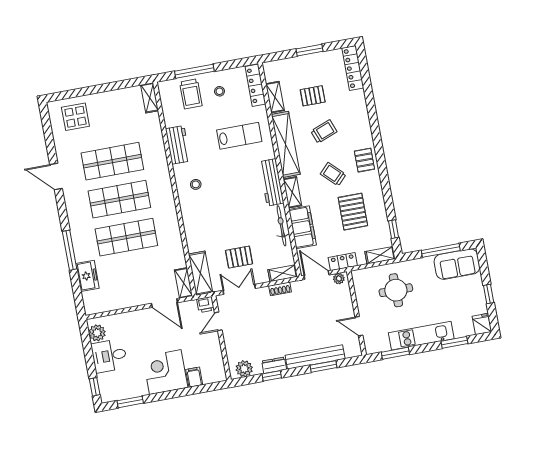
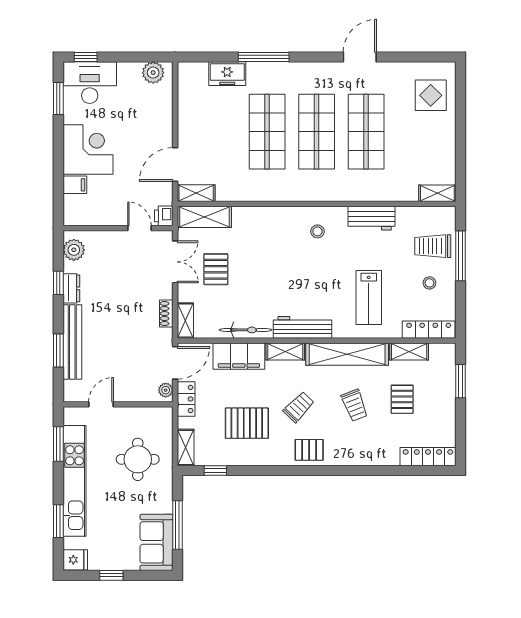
window: (310, 50) -> (461, 381), moved
kitchen unit: (421, 336) -> (74, 481), width x1.36
desk: (109, 356) -> (90, 83), moved, width x1.37

